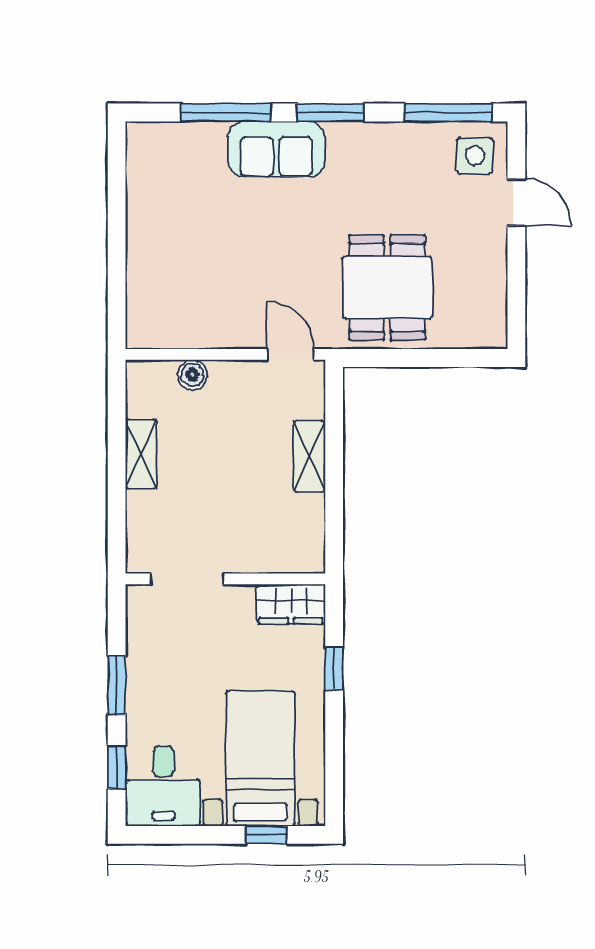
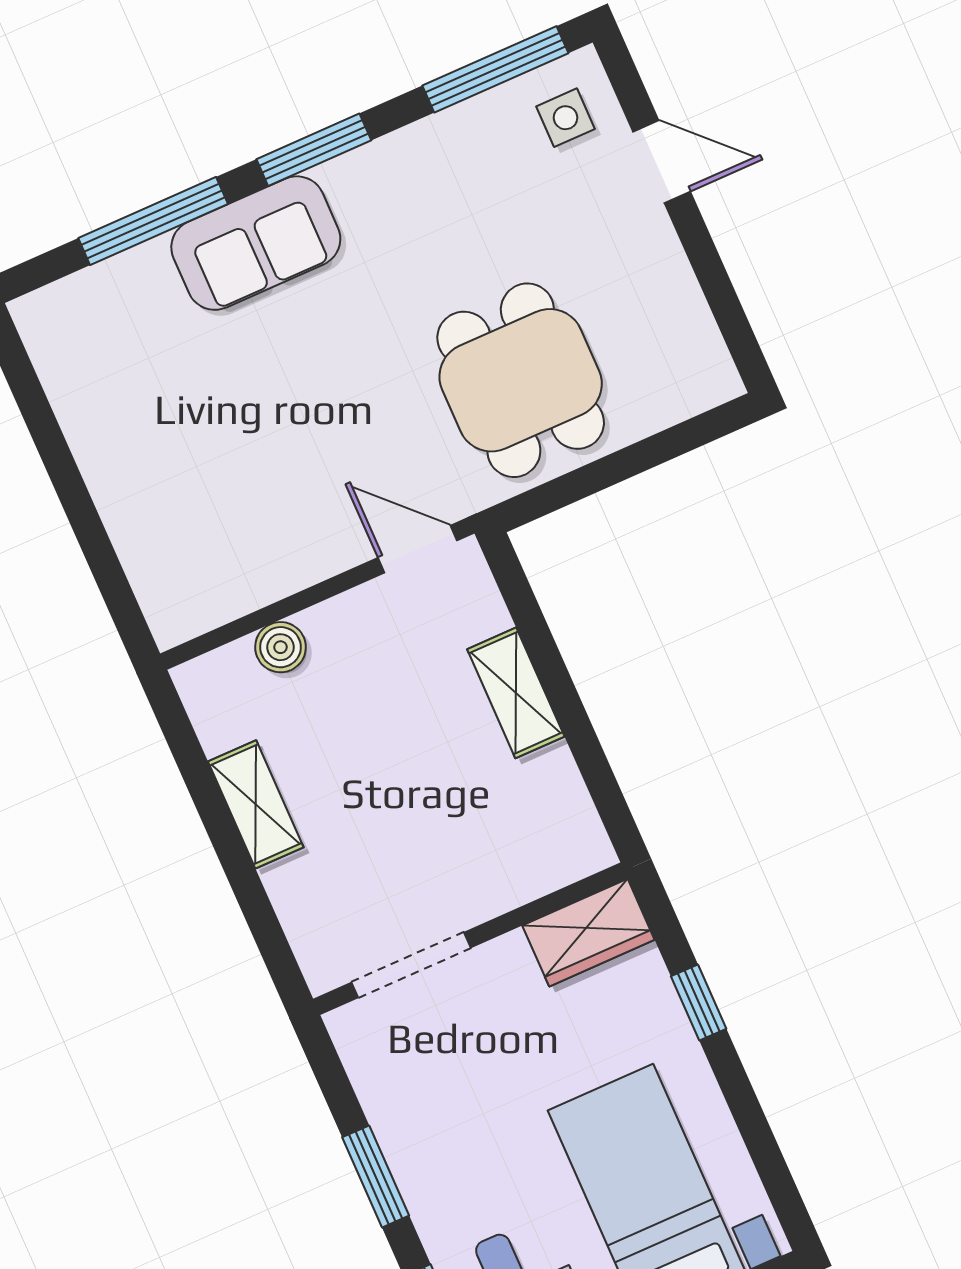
side table: (475, 156) -> (566, 118), width x0.73, depth x0.73

